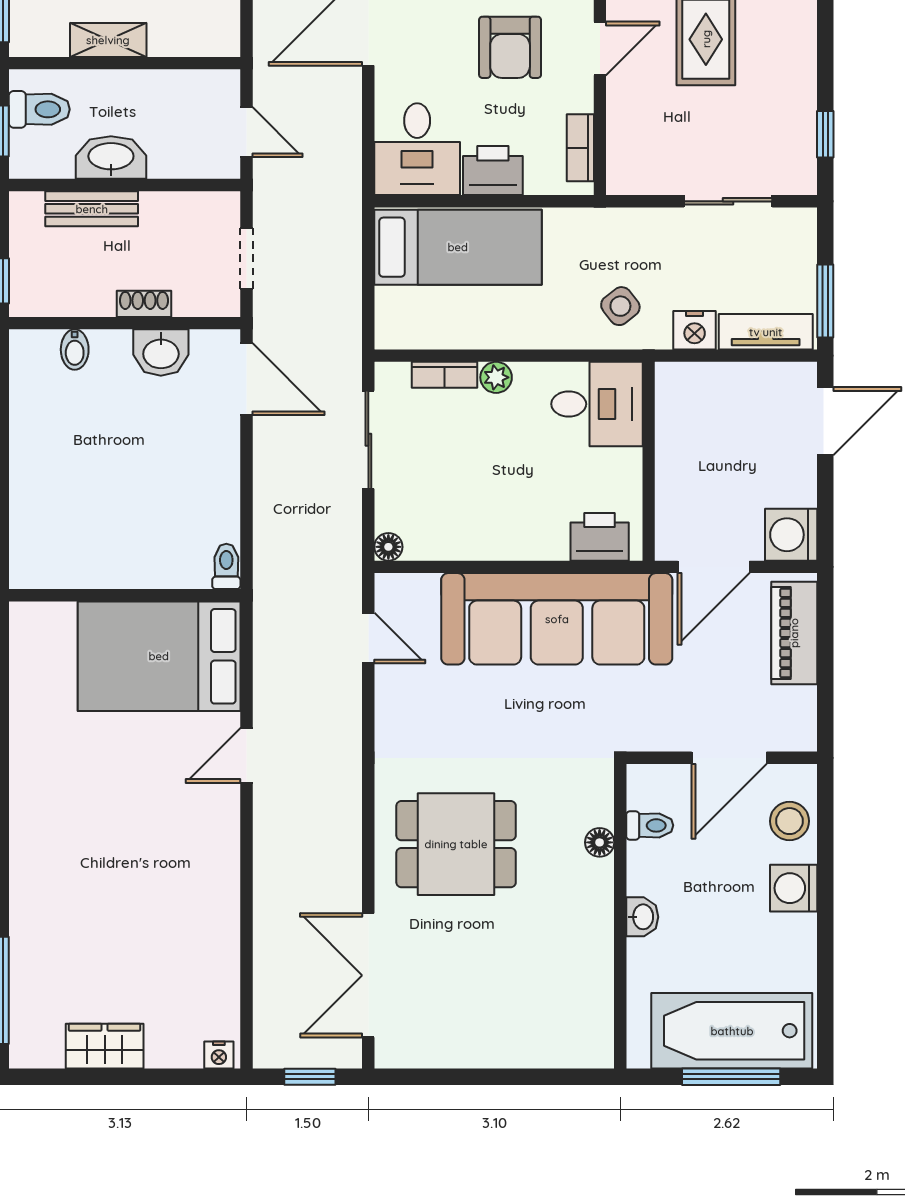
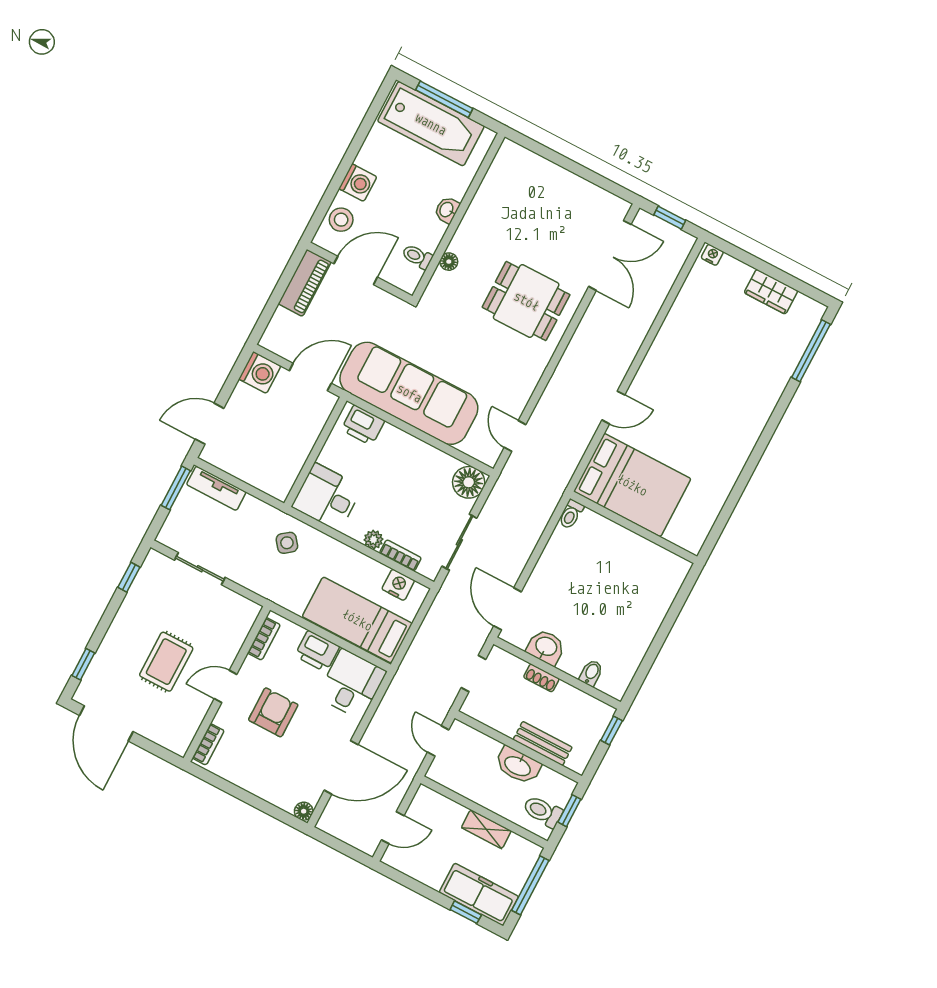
nightstand: (695, 330) -> (398, 585), moved
floor lamp: (388, 547) -> (469, 482), width x1.89, depth x1.89
piano: (794, 633) -> (305, 283), moved

